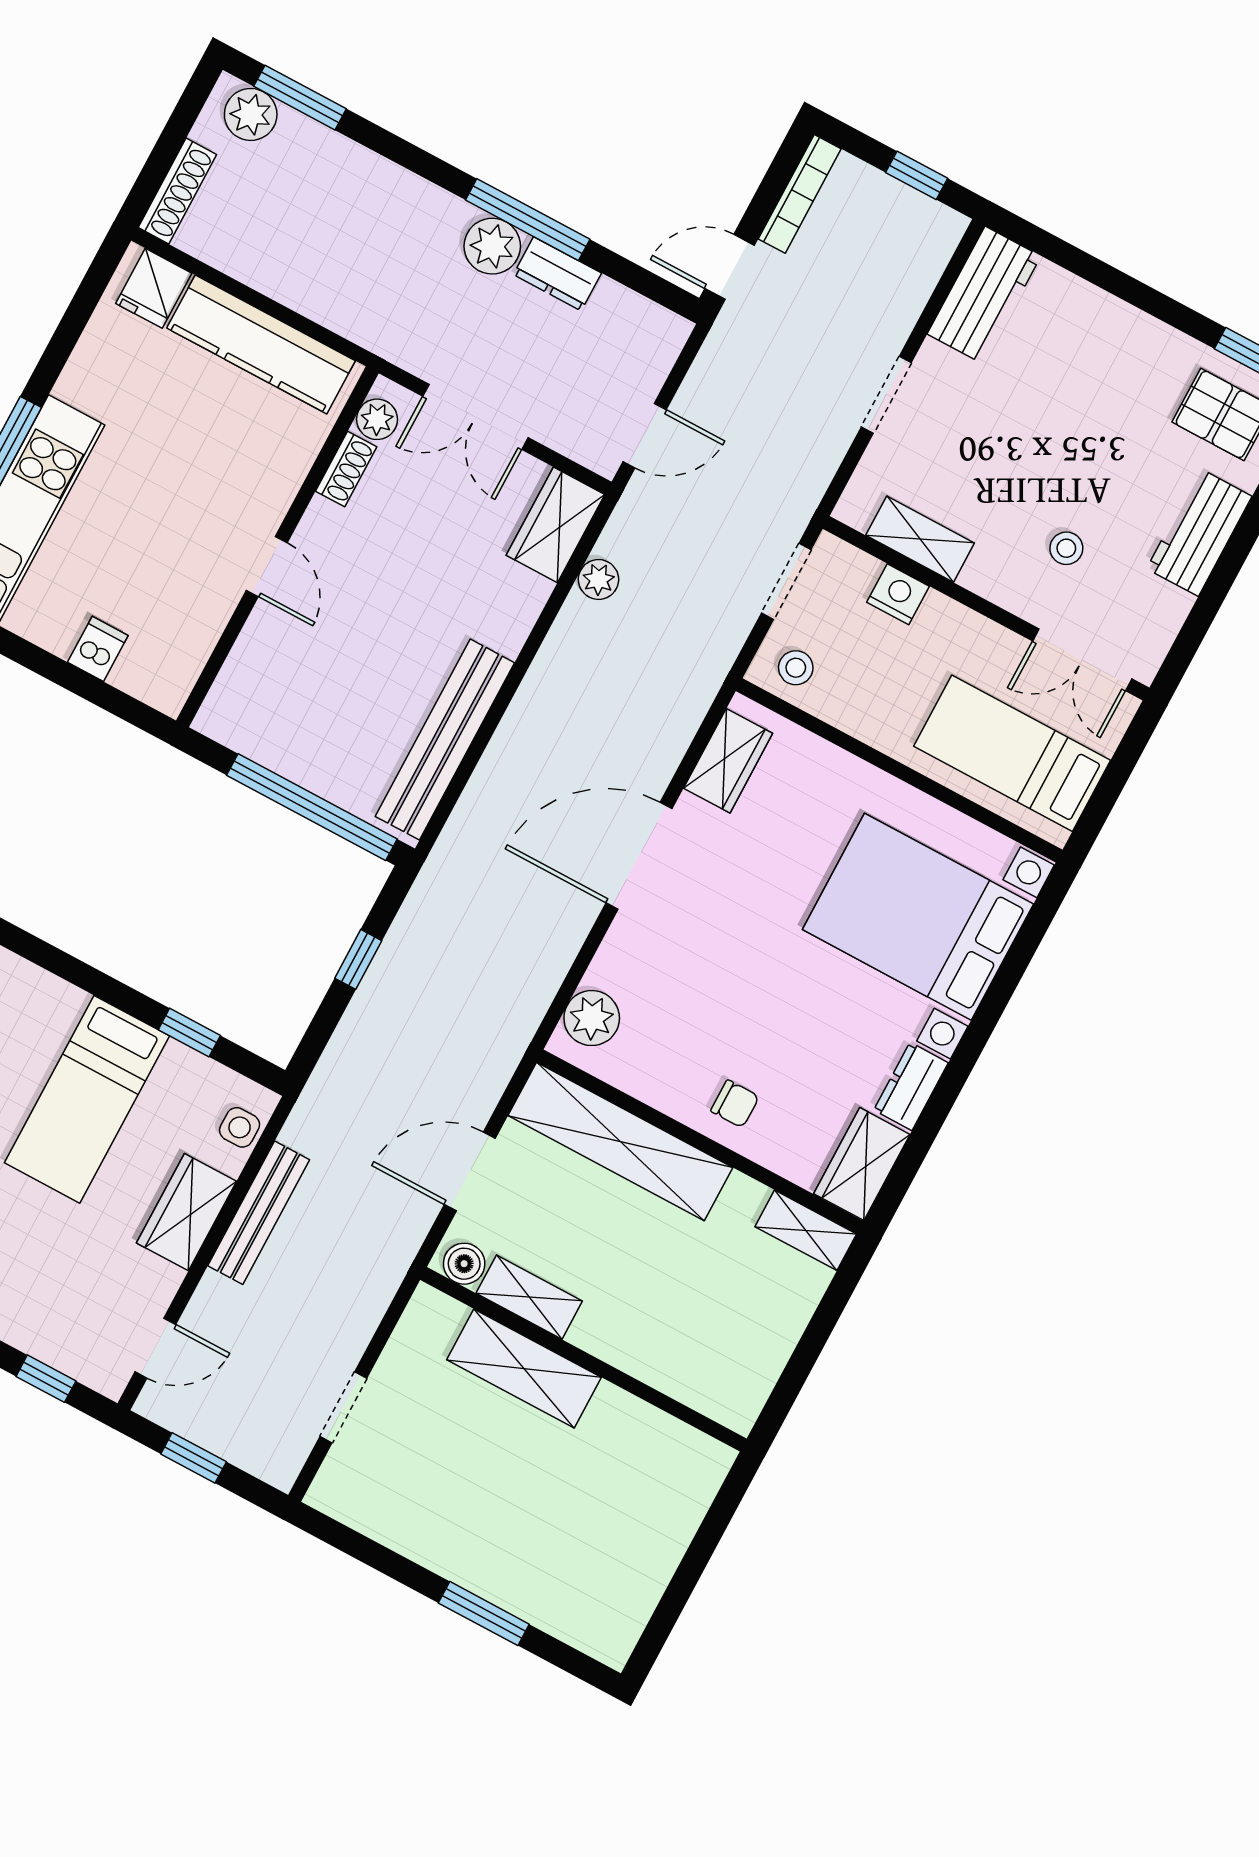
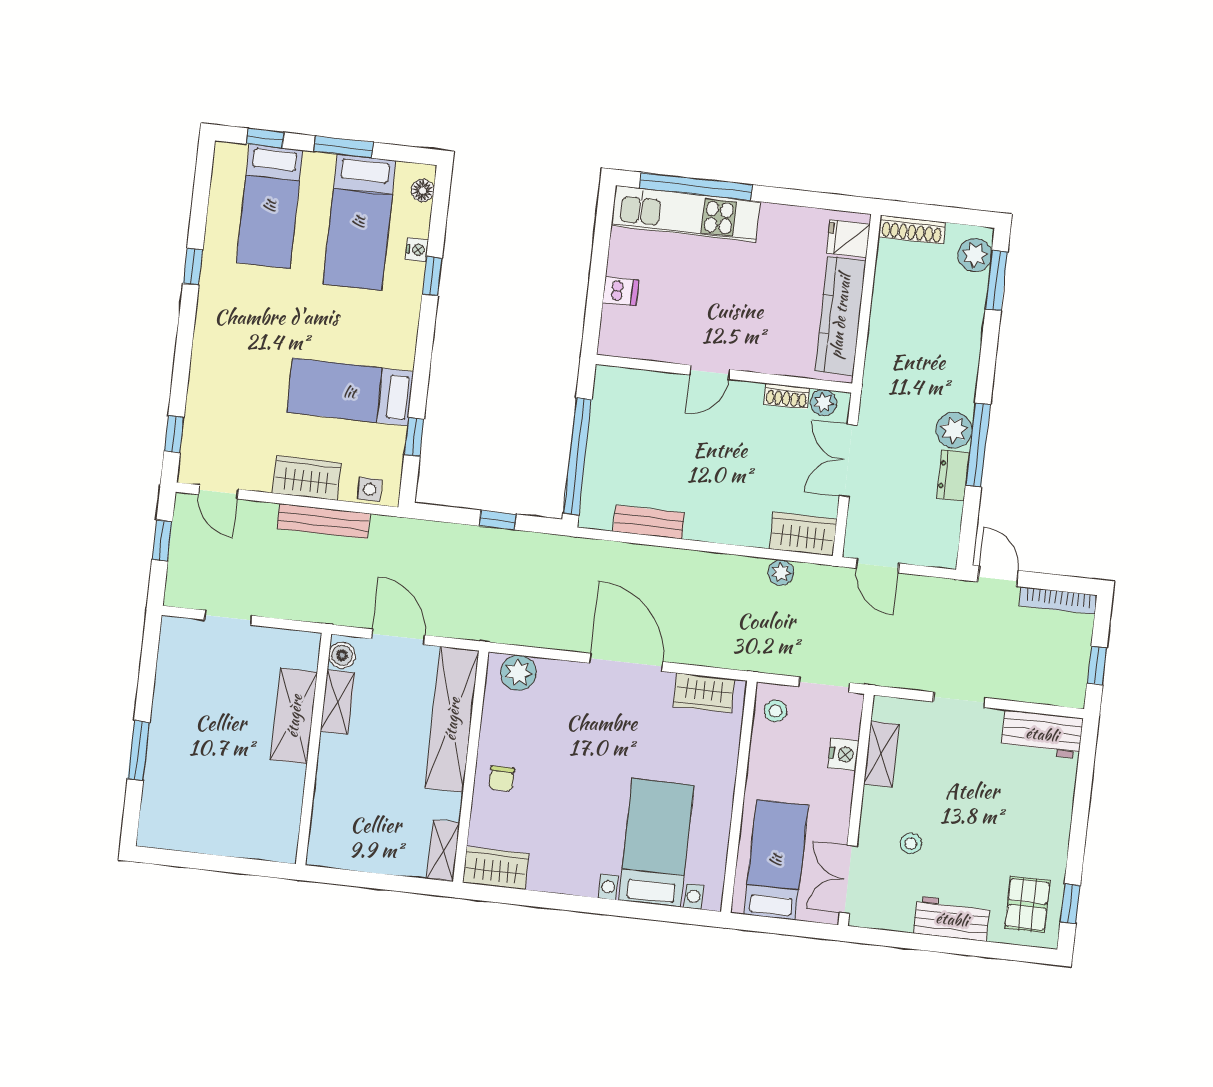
bench: (445, 740) -> (649, 522), width x0.54, depth x0.82
bed with nightstands: (918, 917) -> (656, 843), width x0.73
dresser: (911, 1086) -> (554, 879), removed

